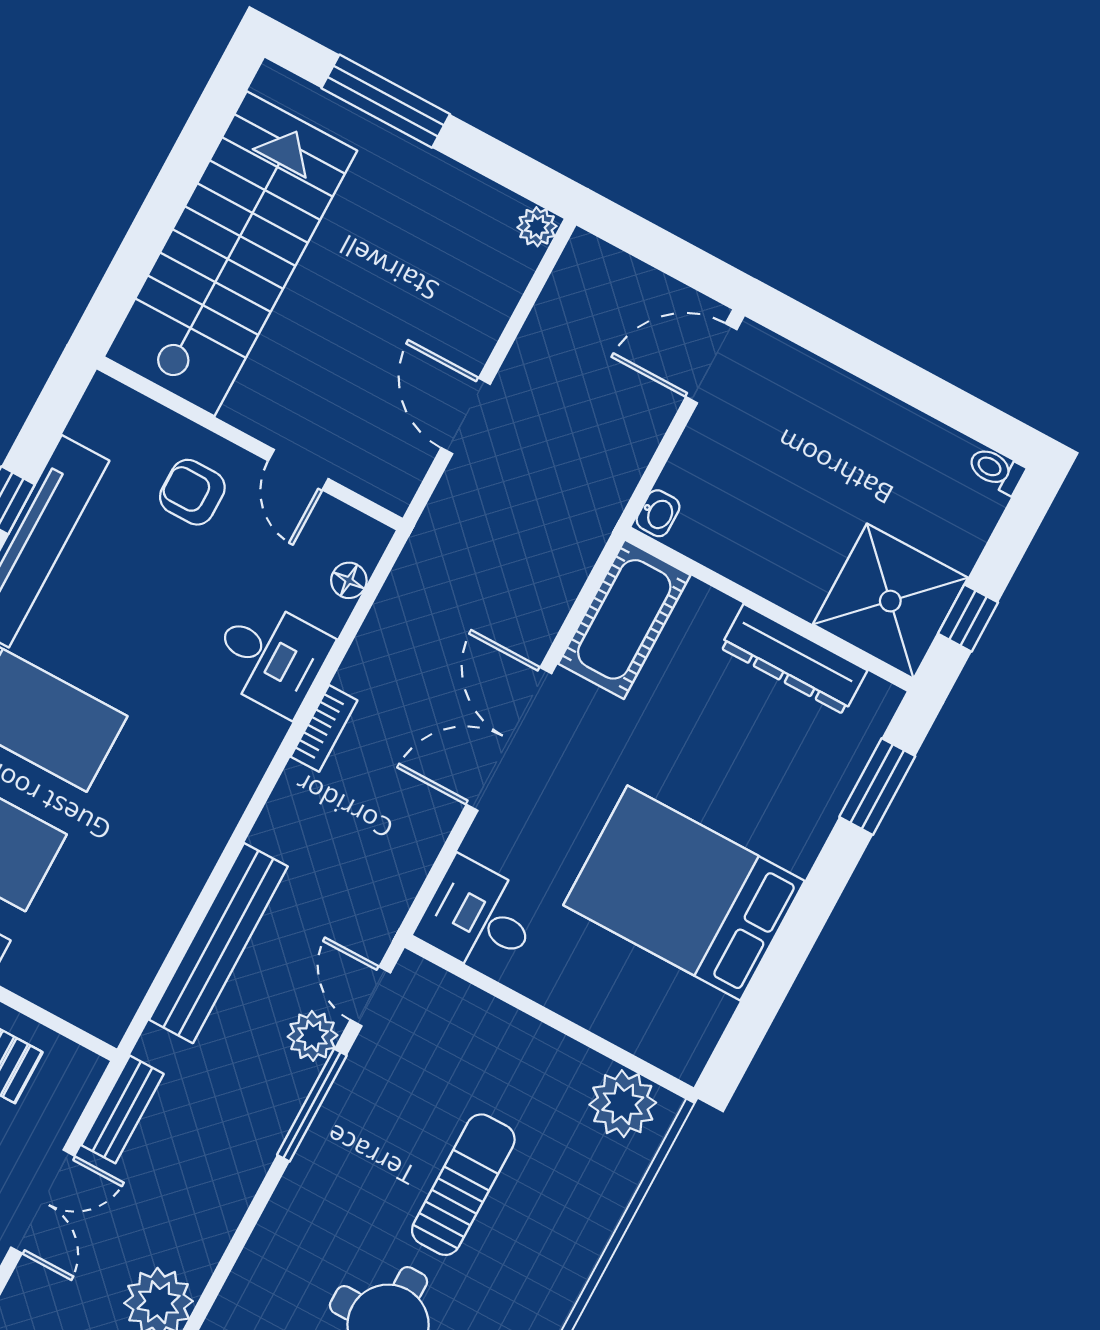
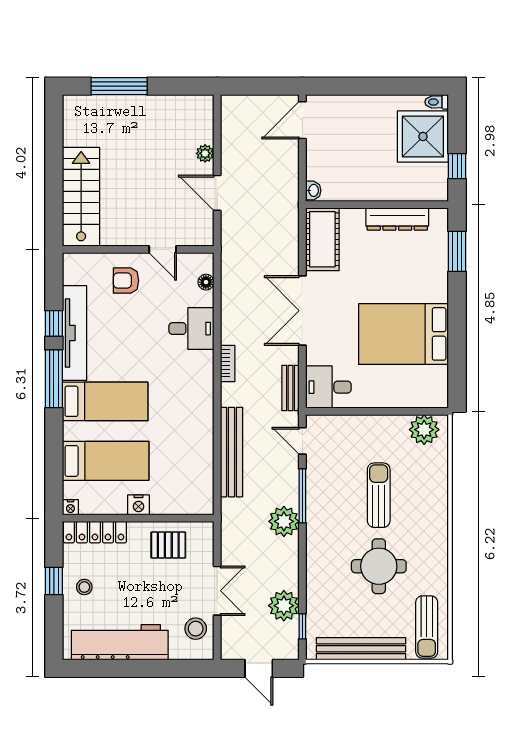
plant: (537, 227) -> (205, 153), moved
stairs: (231, 254) -> (81, 197), width x0.73, depth x0.66
shower: (890, 601) -> (423, 136), moved
bookcase: (324, 728) -> (228, 363), moved
plant: (313, 1036) -> (284, 521), moved, width x1.36, depth x1.36
bench: (123, 1109) -> (291, 388), moved

